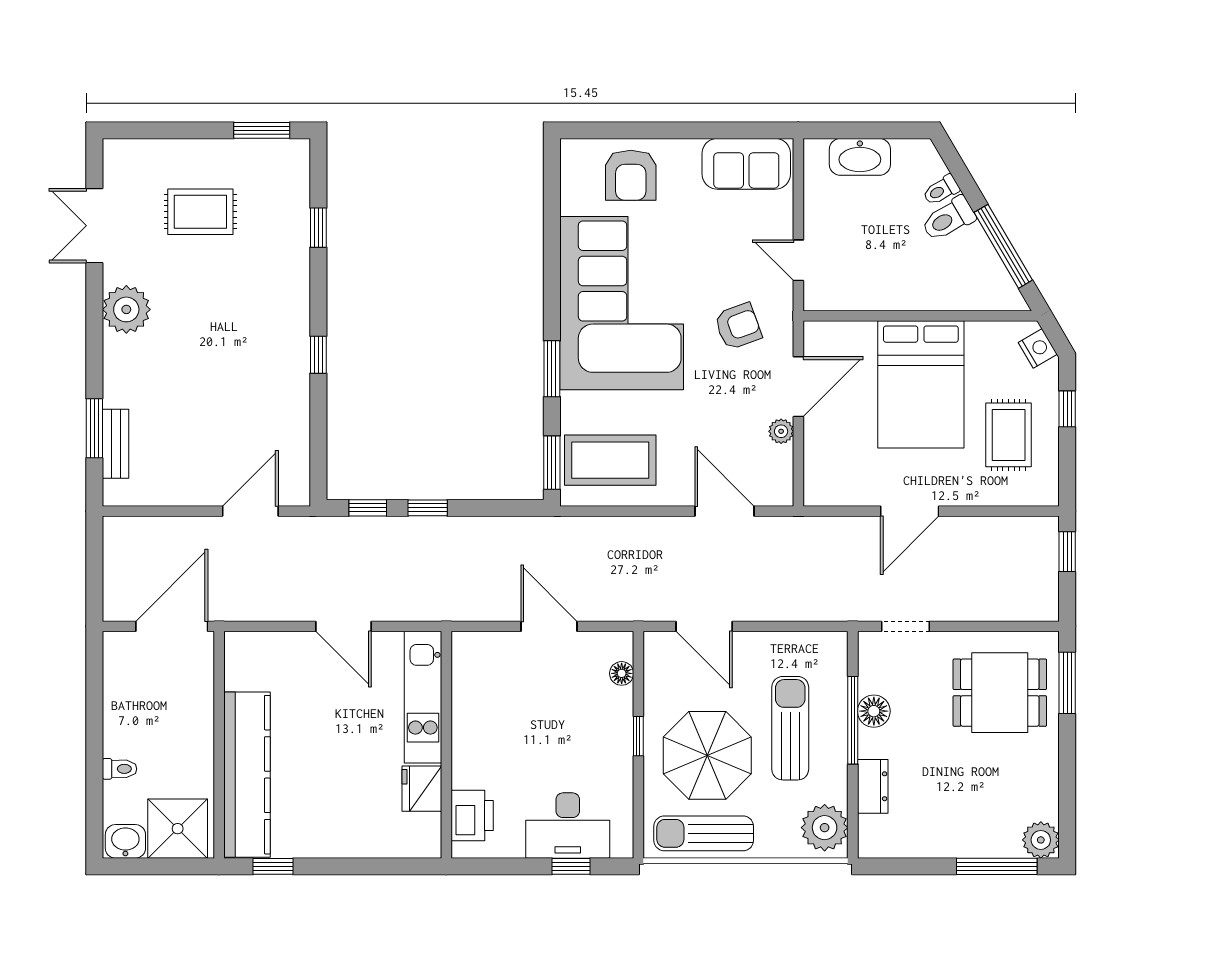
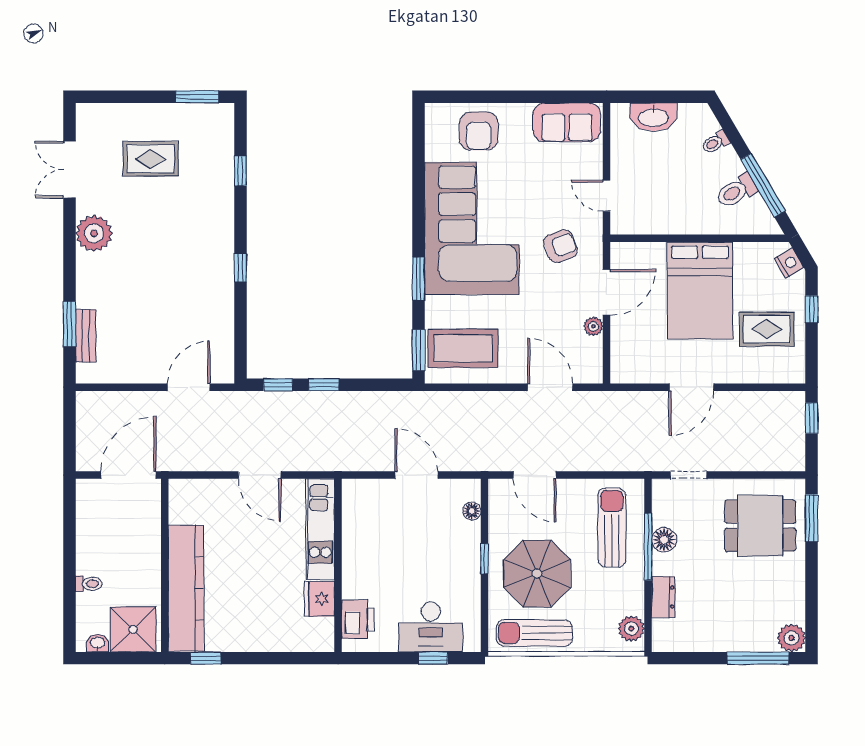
toilet: (948, 219) -> (737, 191), moved
rug: (1009, 435) -> (767, 329), turned 90
sun lounger: (790, 728) -> (612, 528), moved
plant: (825, 828) -> (631, 629), width x0.73, depth x0.73
washbasin: (125, 841) -> (97, 643), width x0.72, depth x0.69

